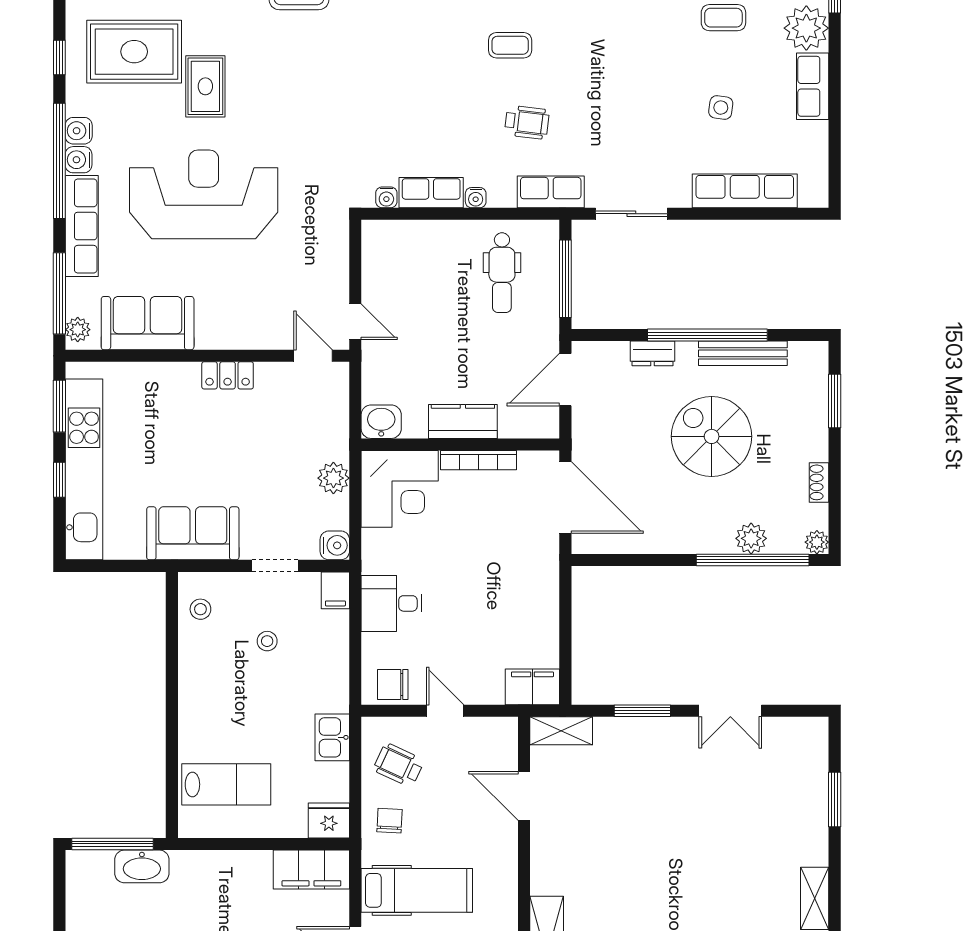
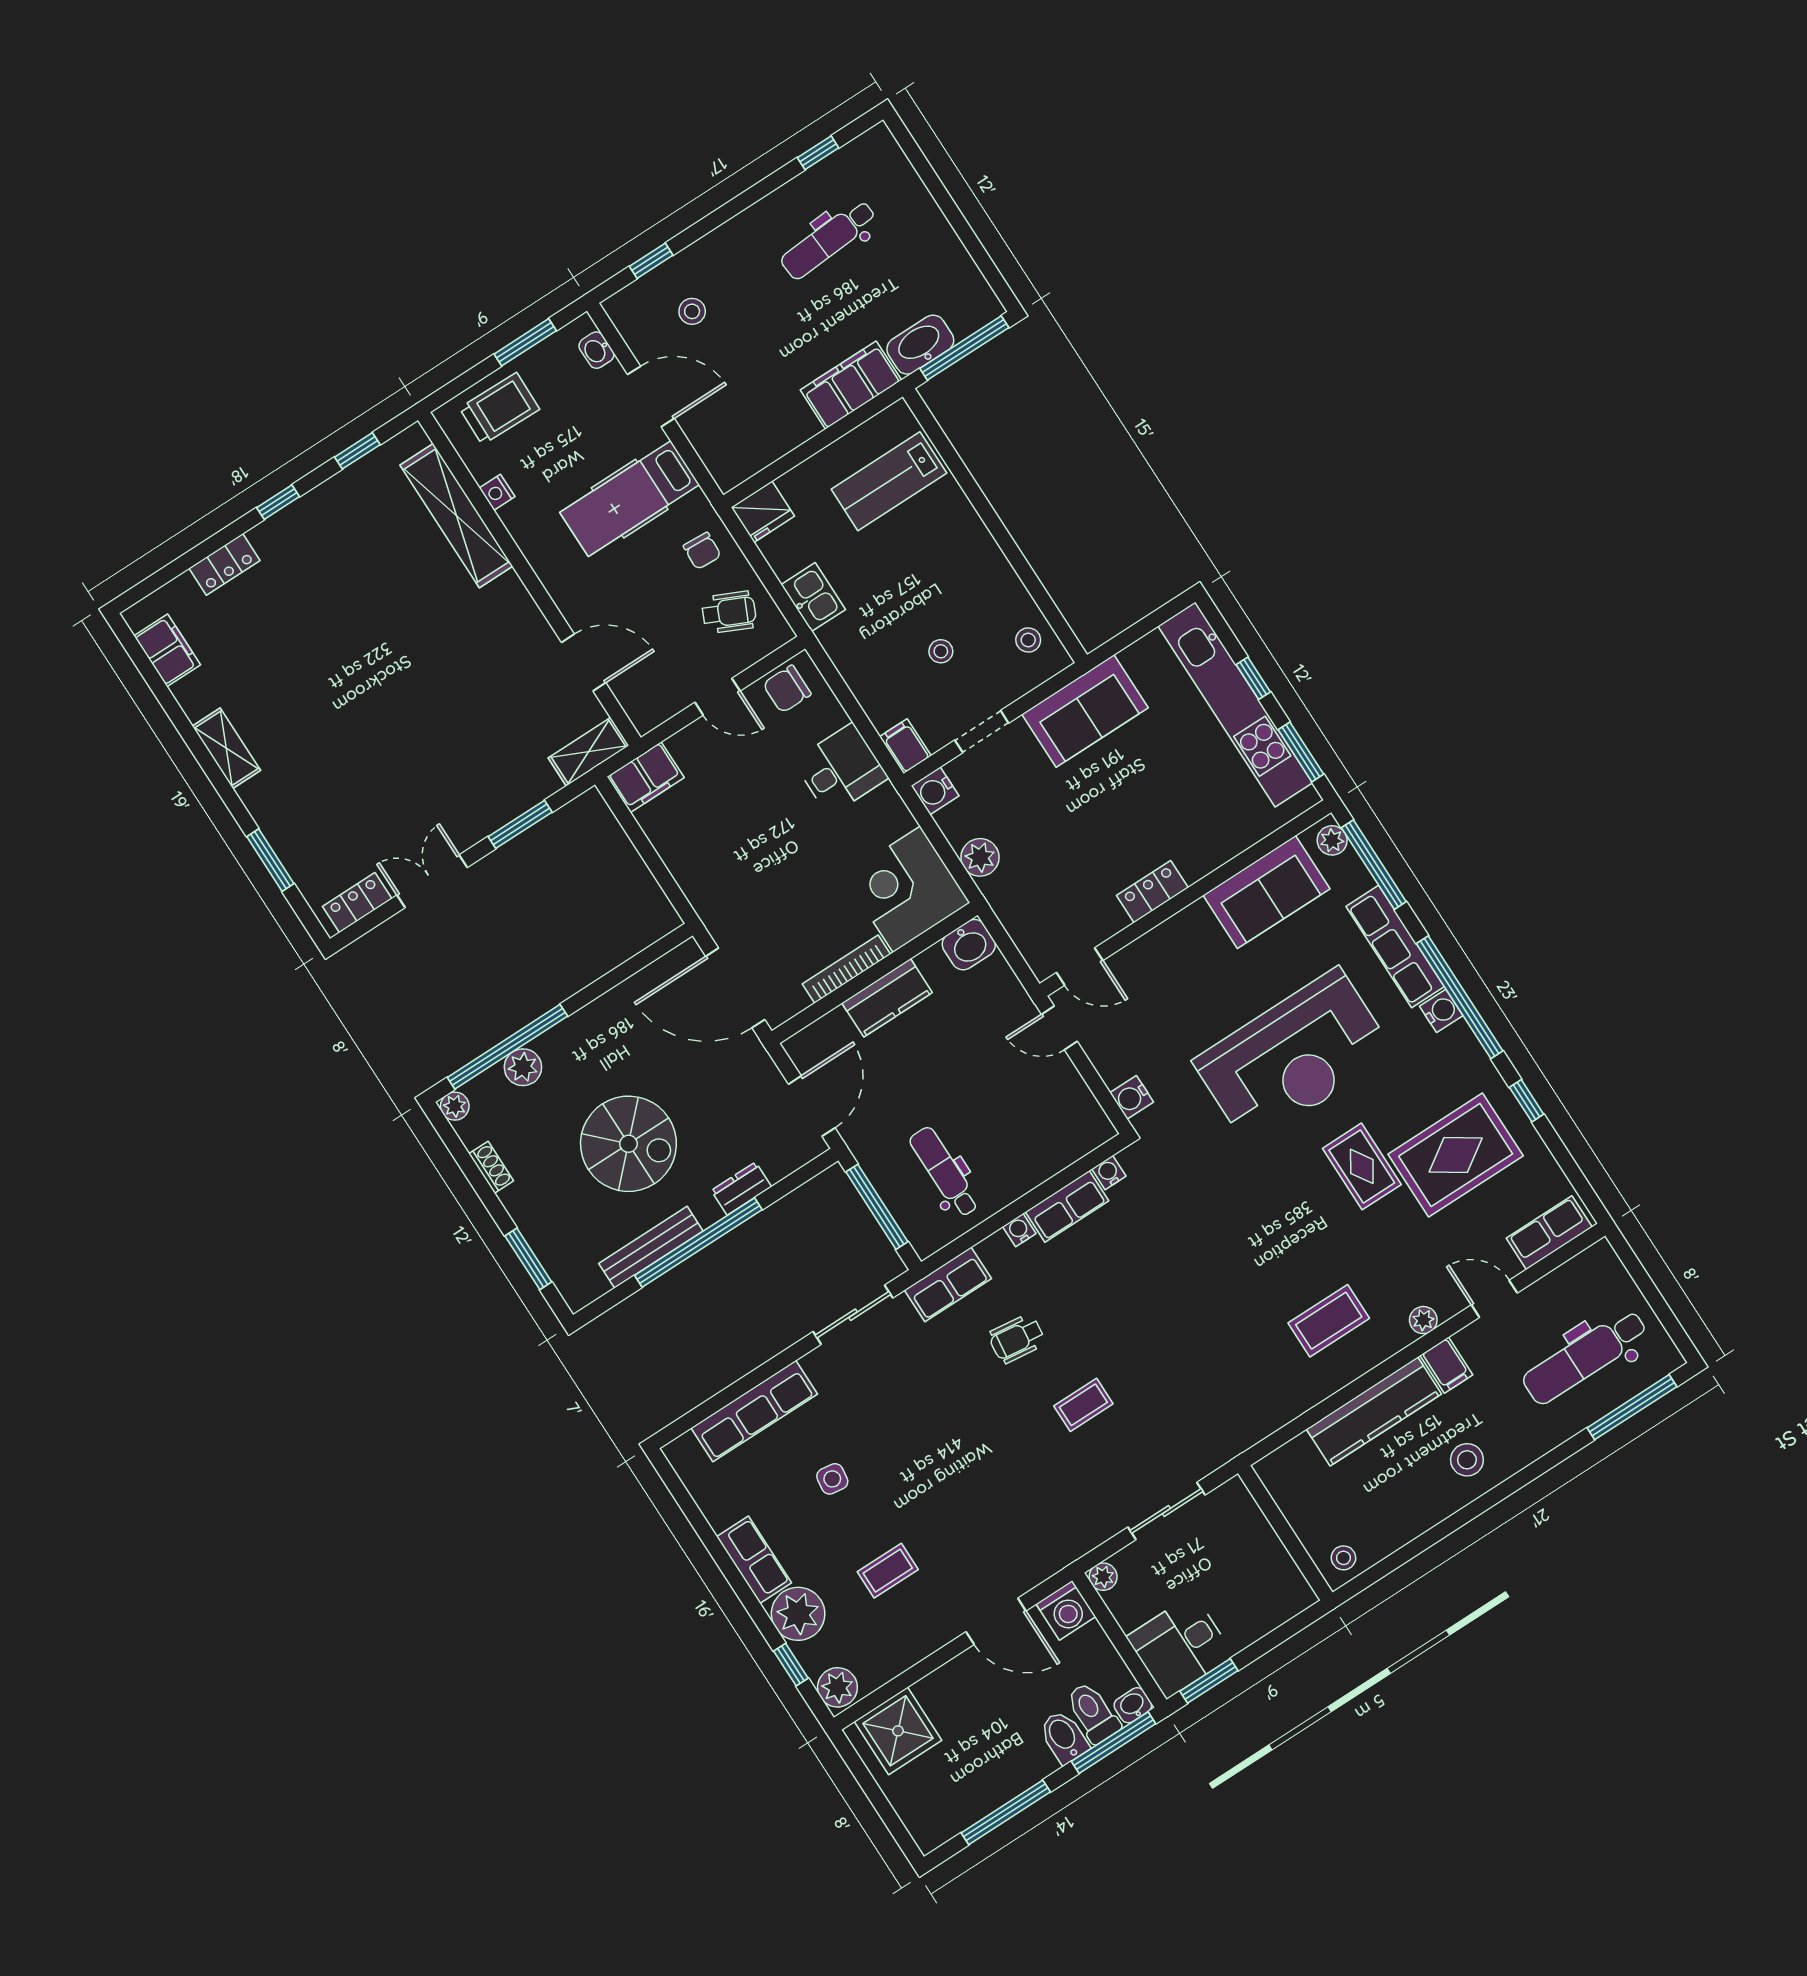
water cooler: (79, 131) -> (1132, 1097), moved, turned 180
chair: (393, 685) -> (787, 689), turned 180
locker: (793, 730) -> (357, 903), added
filing cabinet: (311, 870) -> (851, 385), moved

